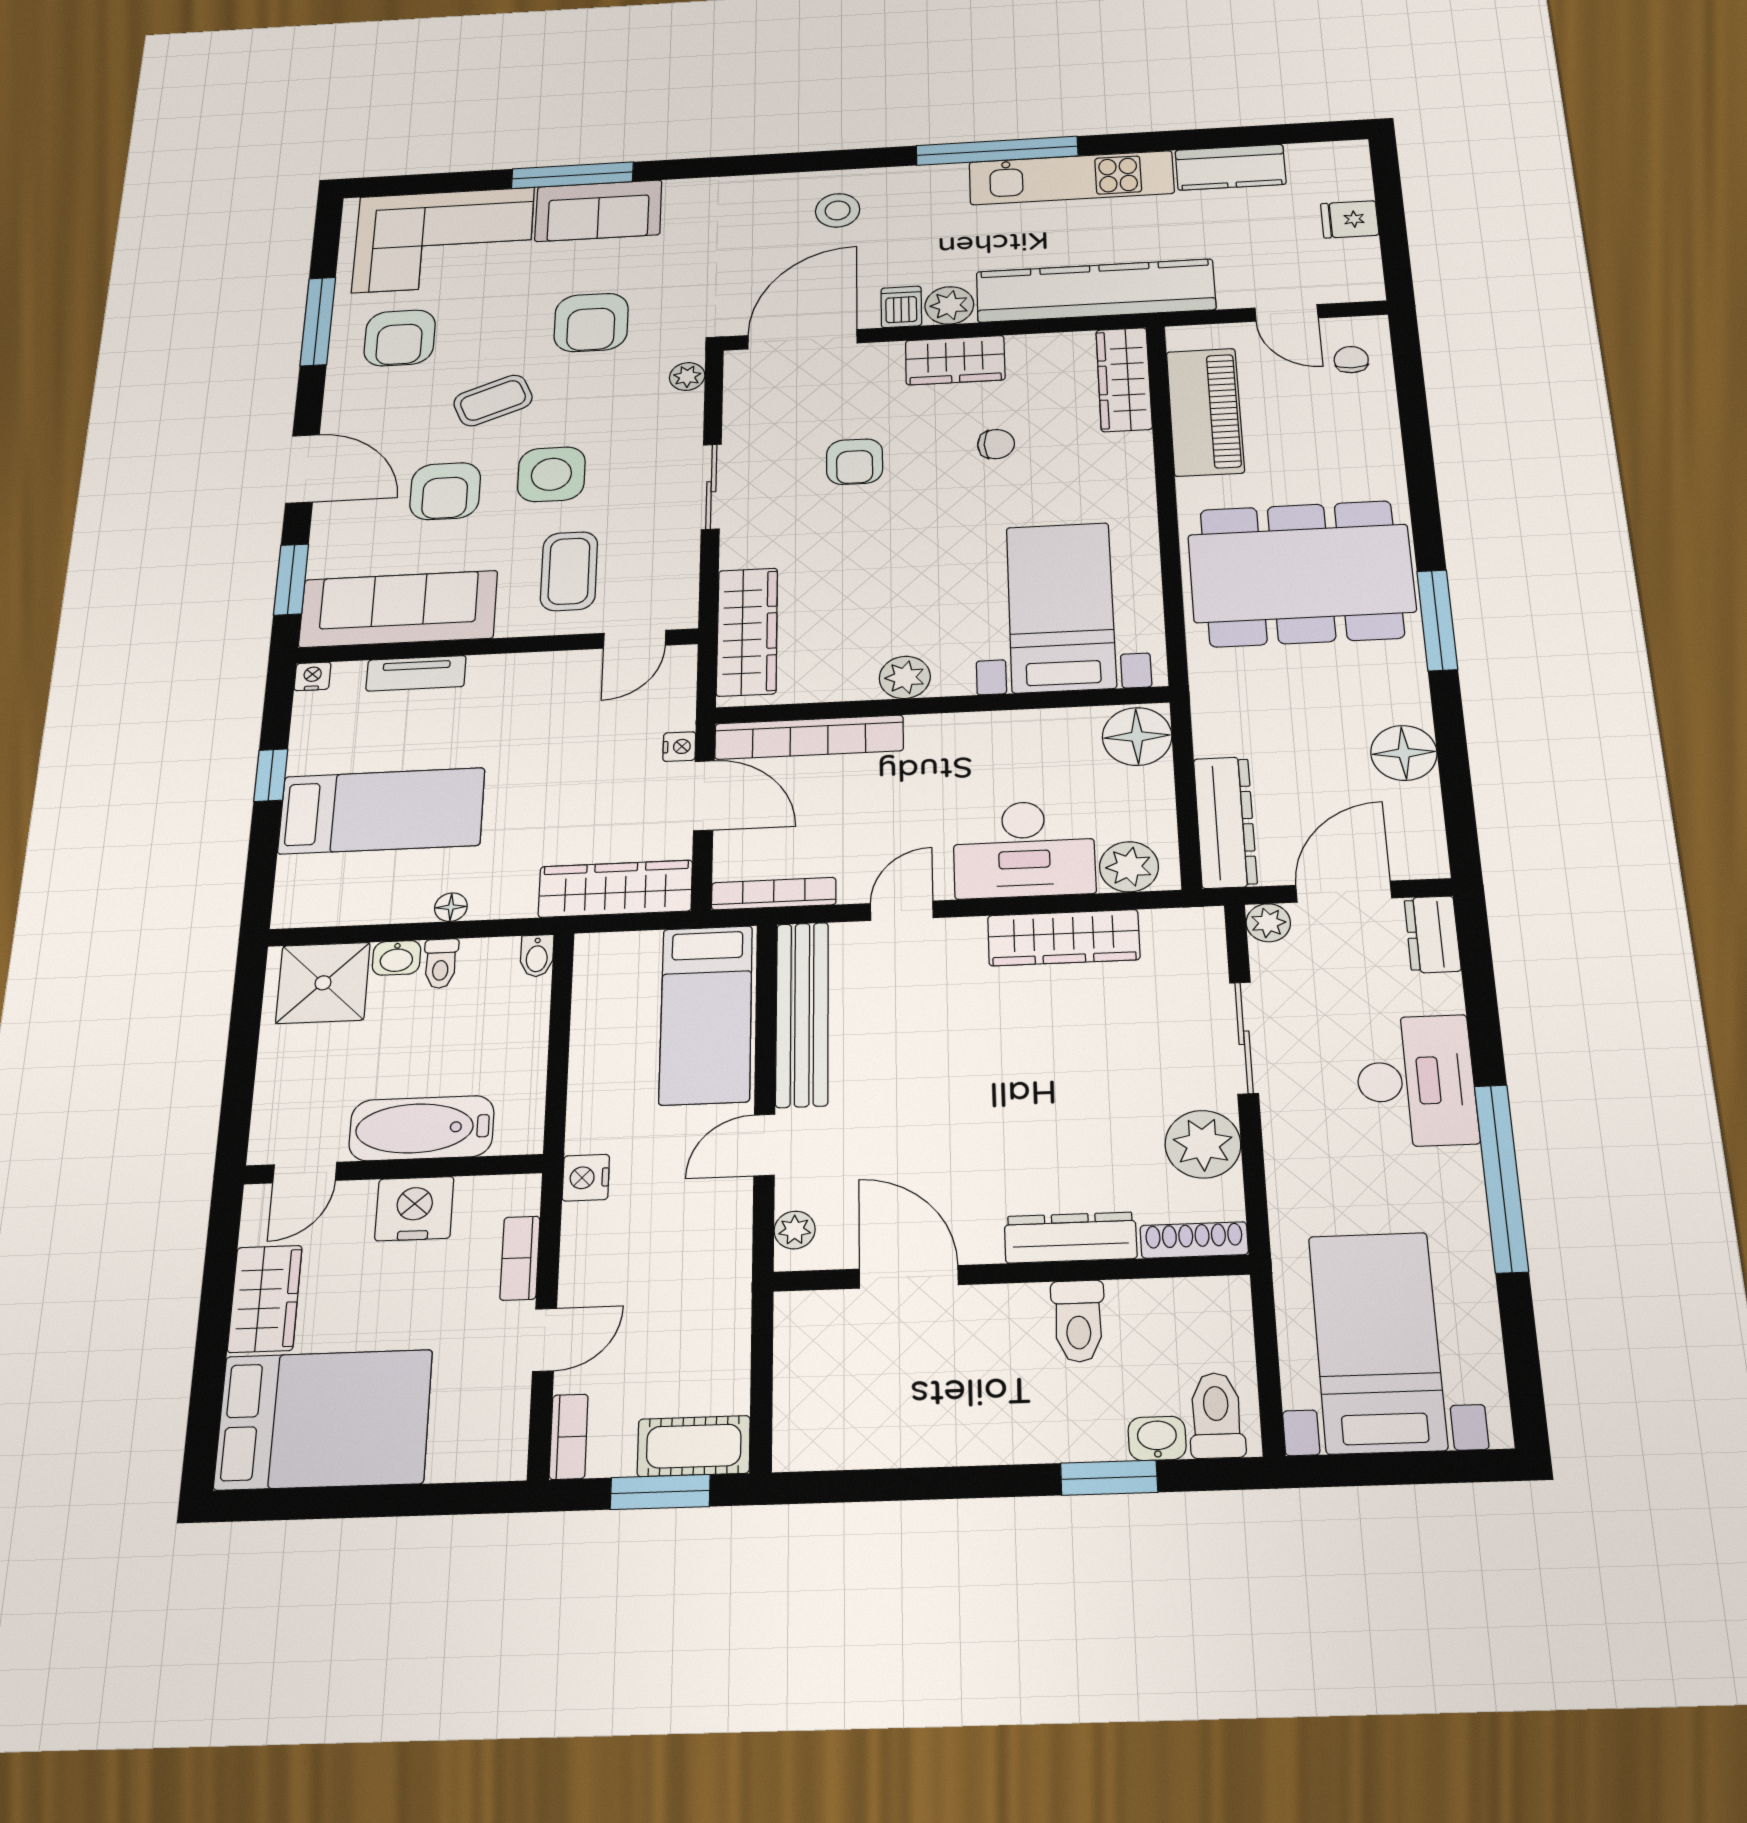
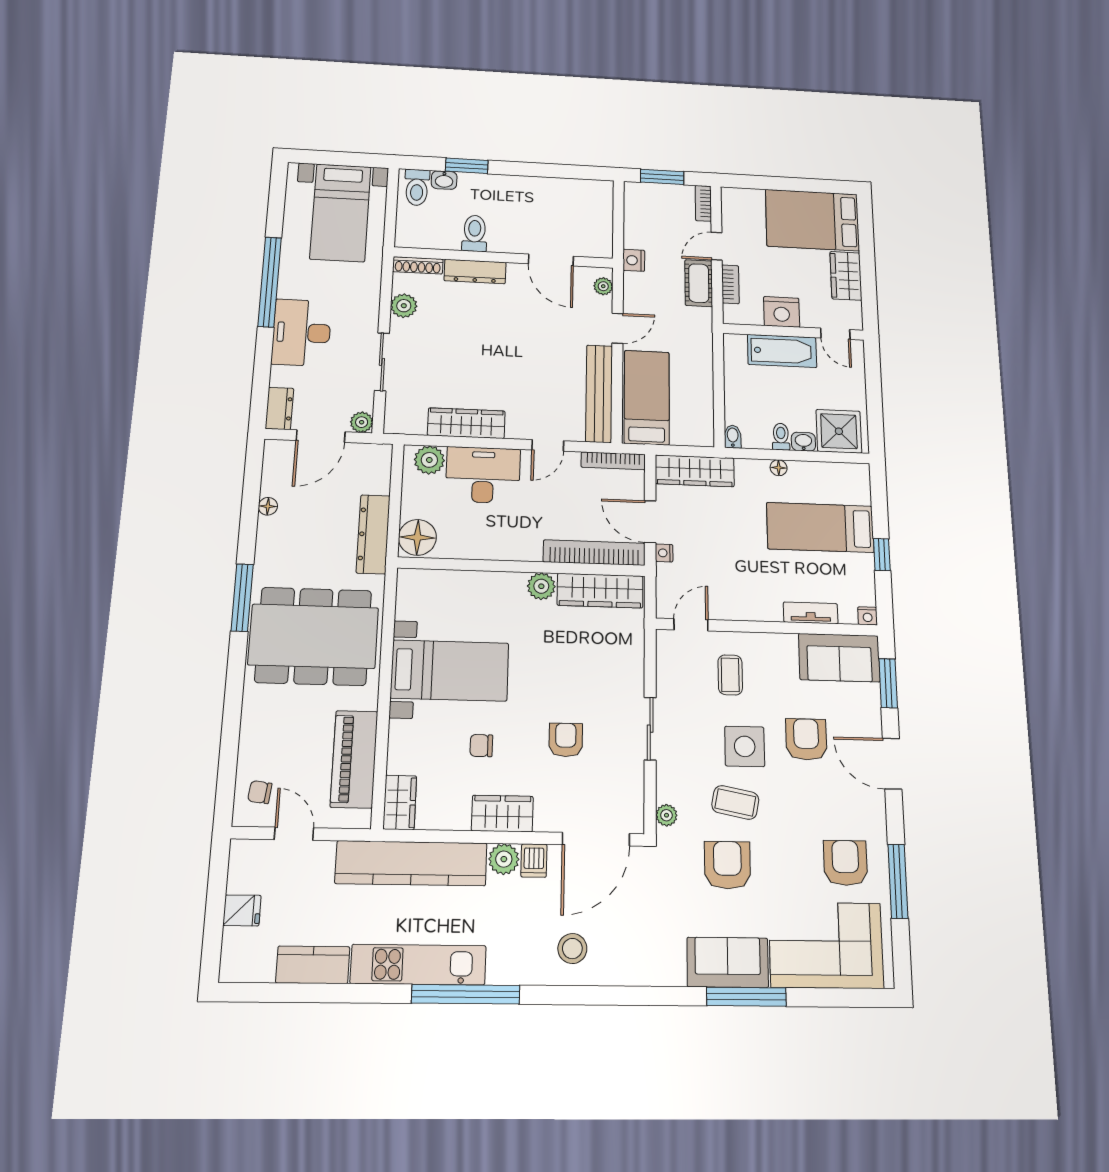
chair: (1351, 360) -> (260, 792), turned 97
wardrobe: (1124, 379) -> (400, 802), width x0.67
coffee table: (493, 400) -> (735, 802), moved, turned 33
coffee table: (569, 571) -> (730, 675), width x0.73, depth x0.77
bed with nightstands: (1061, 607) -> (450, 671), moved, turned -90
sofa: (398, 609) -> (839, 658), width x0.73
wardrobe: (747, 632) -> (600, 591), moved, turned -90
floor lamp: (1404, 753) -> (268, 506), width x0.53, depth x0.53
dresser: (1225, 822) -> (373, 534), moved
plant: (1203, 1144) -> (404, 306), width x0.73, depth x0.73
door: (305, 1173) -> (835, 334), swing flipped
nightstand: (586, 1178) -> (634, 260), moved, turned 180
cot: (694, 1446) -> (699, 283), moved, turned 90

